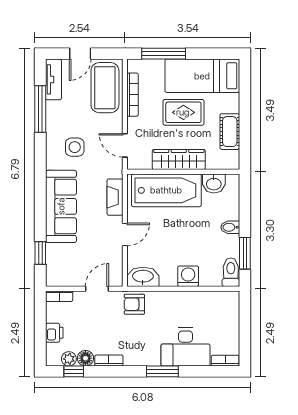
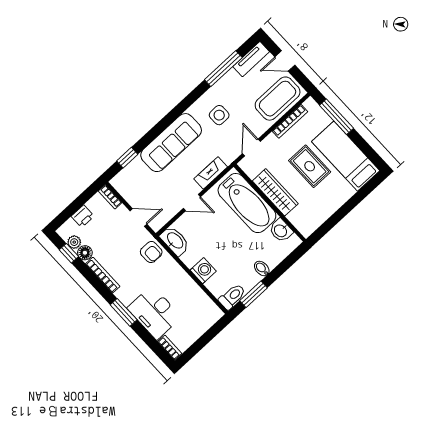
cot: (230, 132) -> (325, 209), removed
armchair: (134, 304) -> (151, 252), turned 180
bookcase: (109, 361) -> (103, 275), width x1.56

